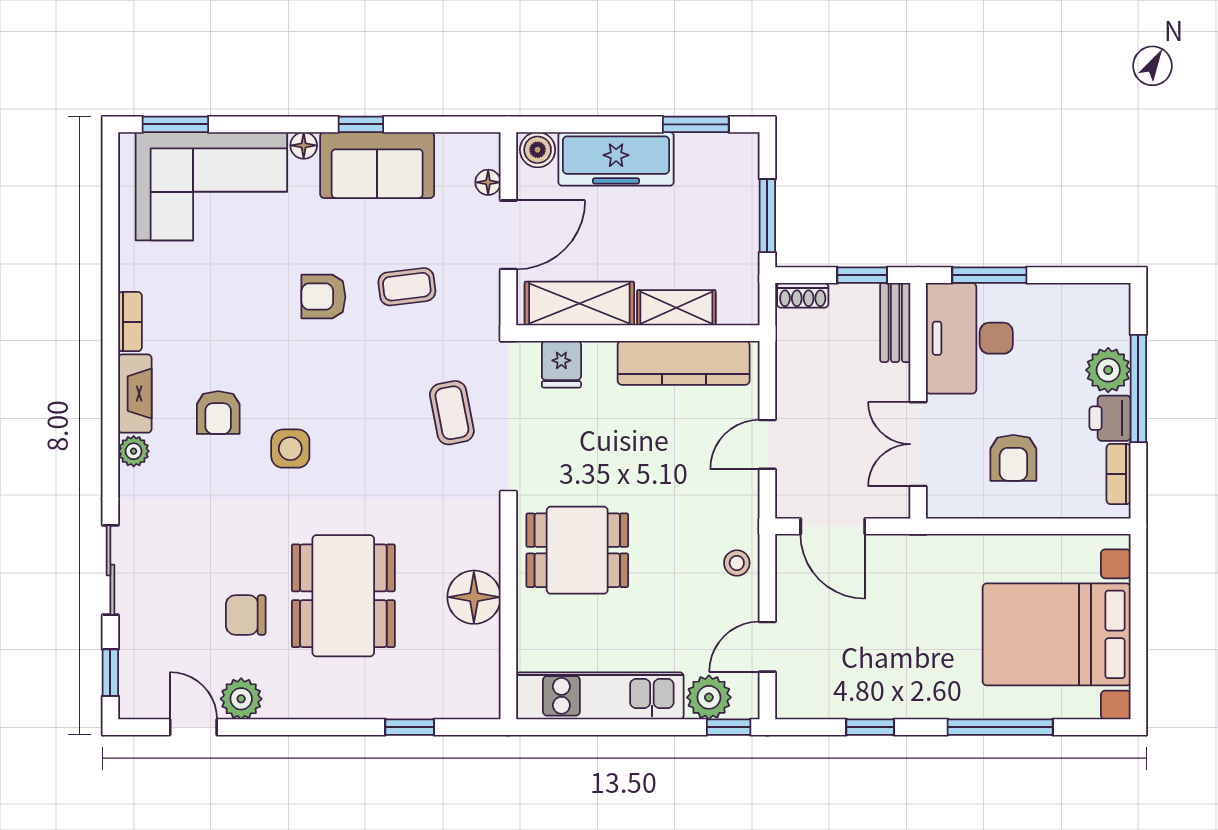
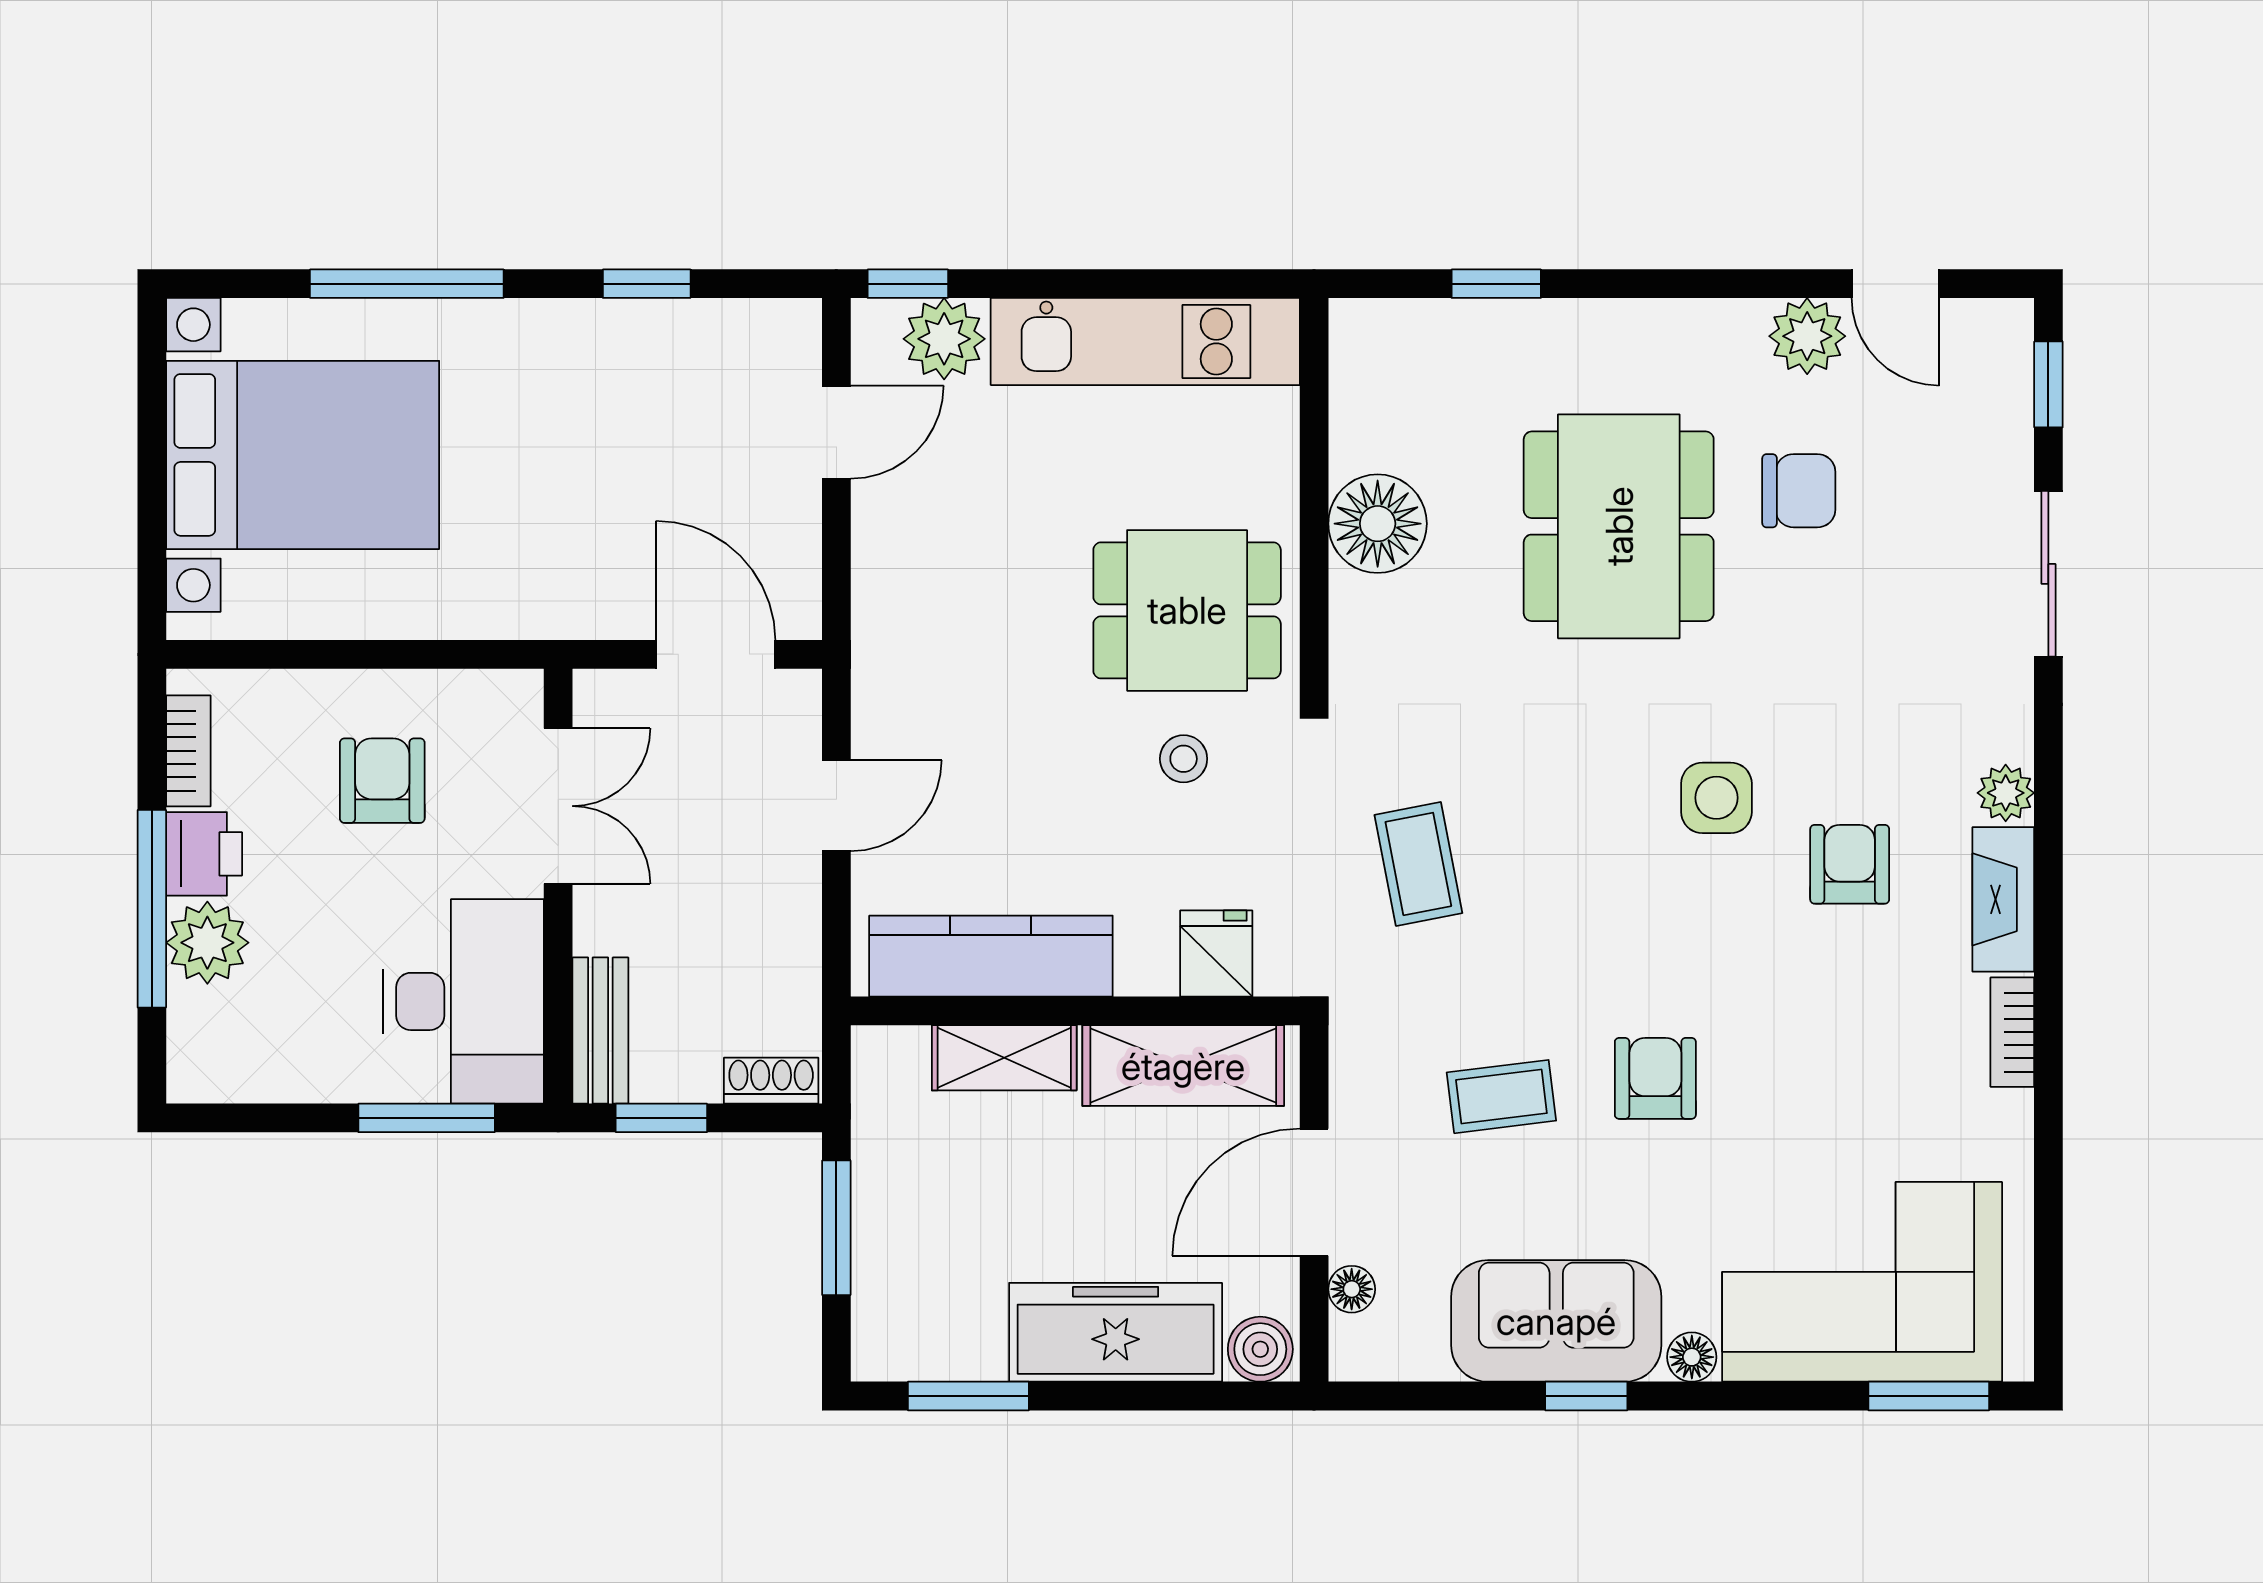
armchair: (323, 297) -> (1655, 1078), turned -90
stool: (737, 563) -> (1184, 759), moved

